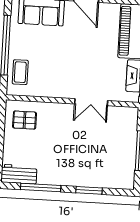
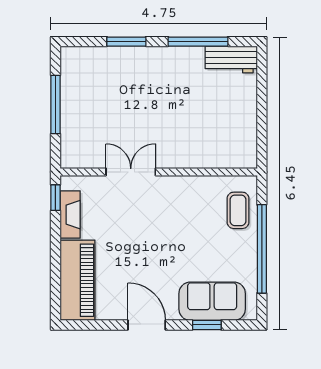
pallet: (25, 120) -> (228, 140), removed

